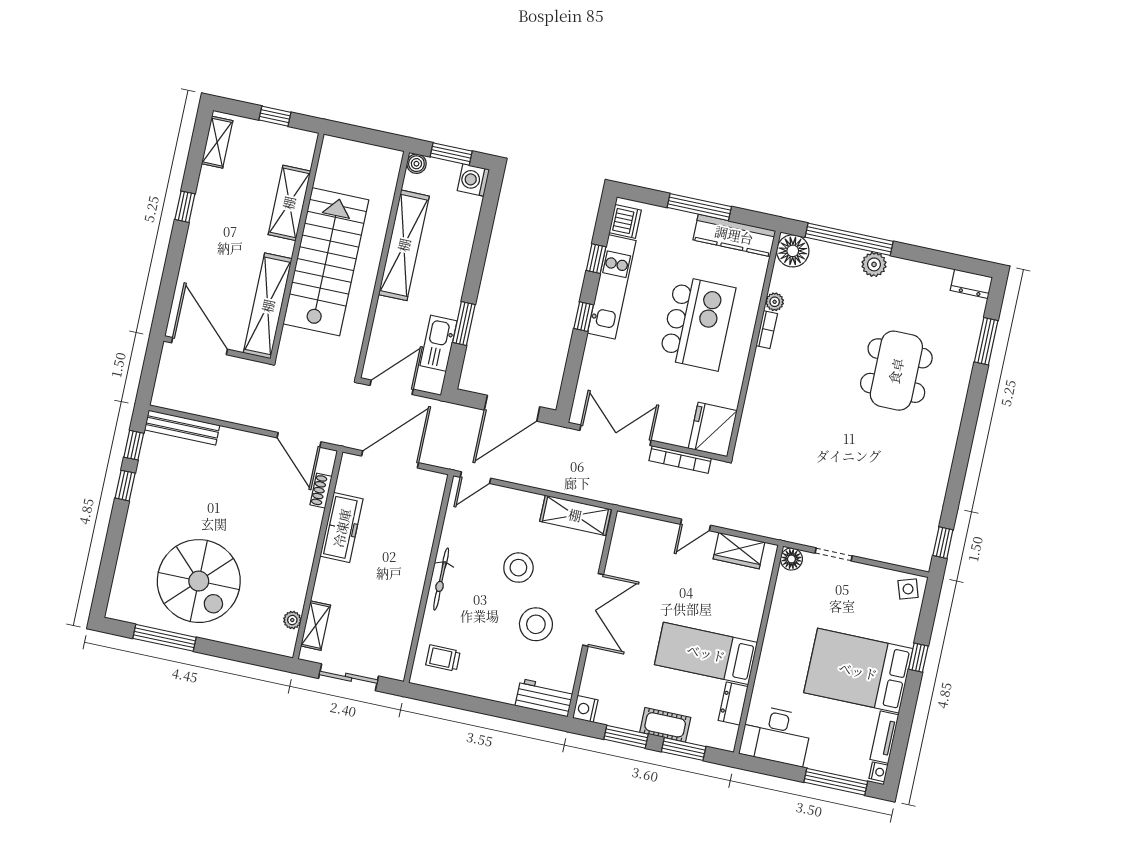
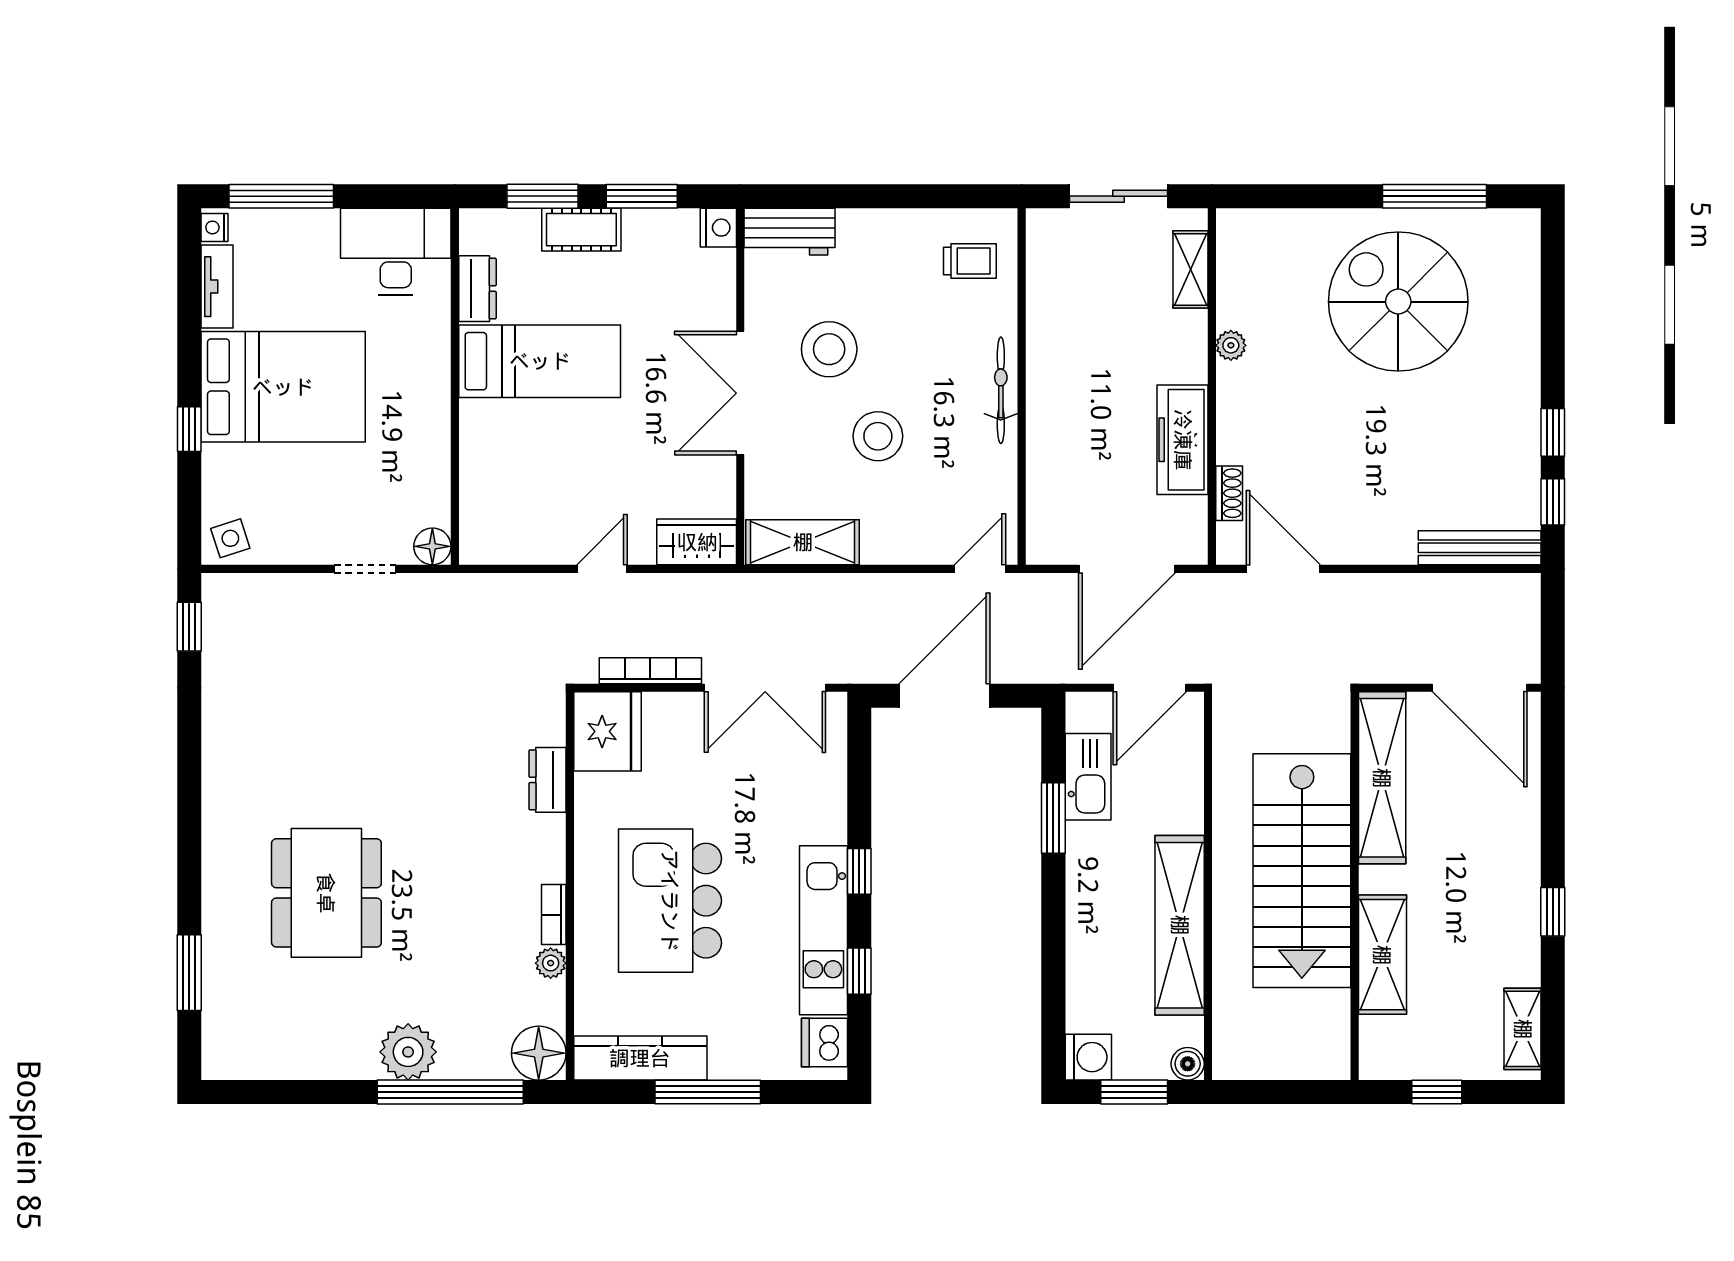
plant: (874, 264) -> (408, 1052), width x1.36, depth x1.36
dresser: (971, 284) -> (547, 780), moved, turned -90
wardrobe: (739, 551) -> (697, 542), moved
plant: (292, 620) -> (1231, 345), moved

